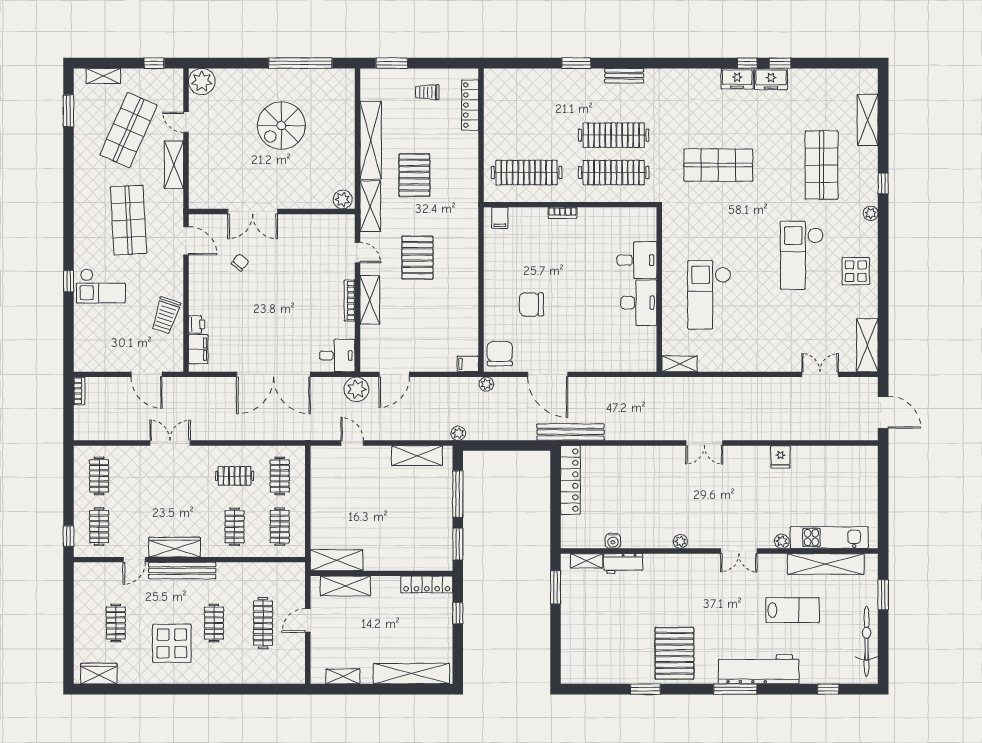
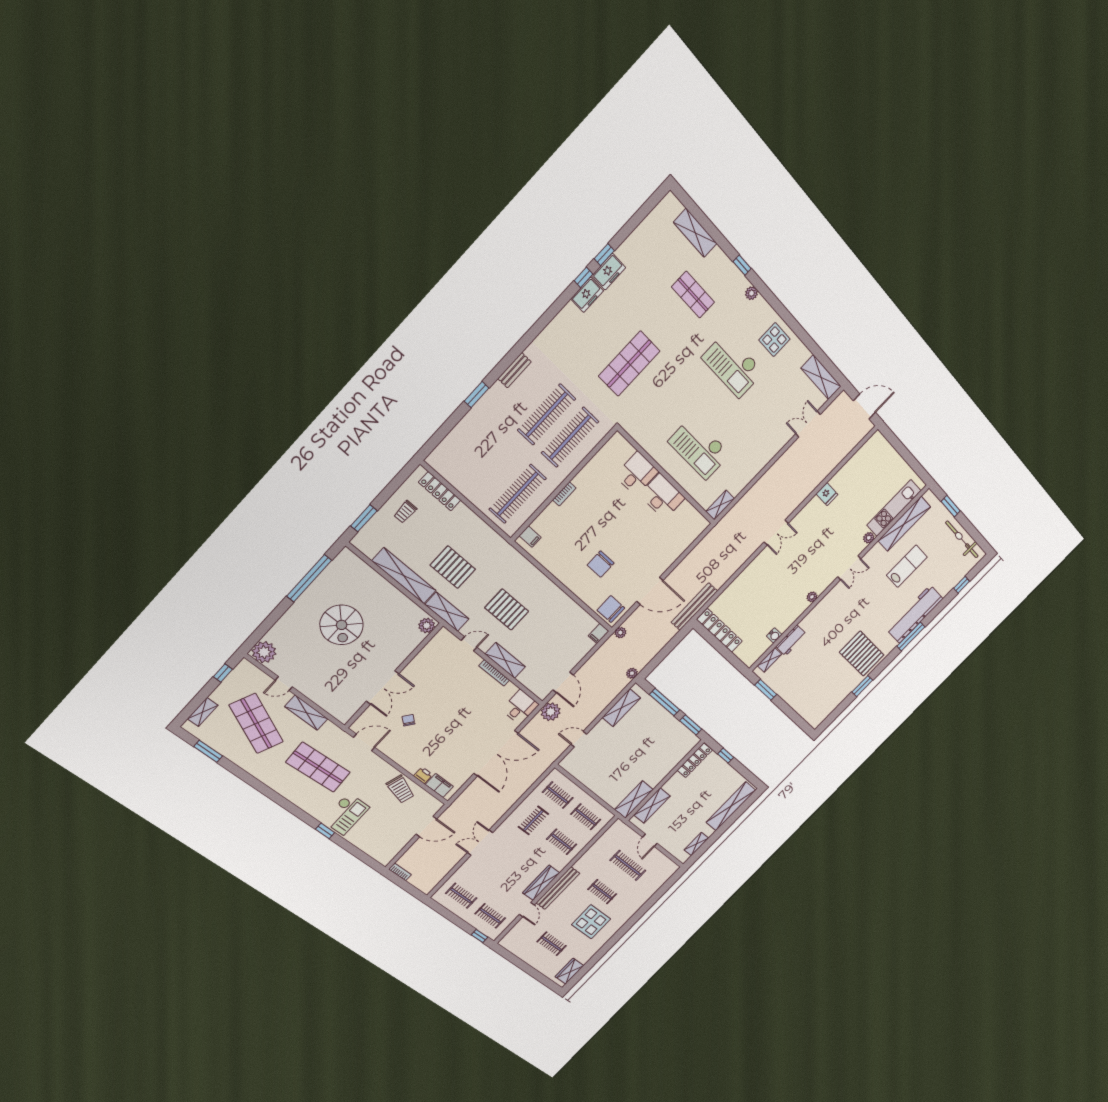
shop shelf: (822, 165) -> (693, 295), width x0.70, depth x0.74

